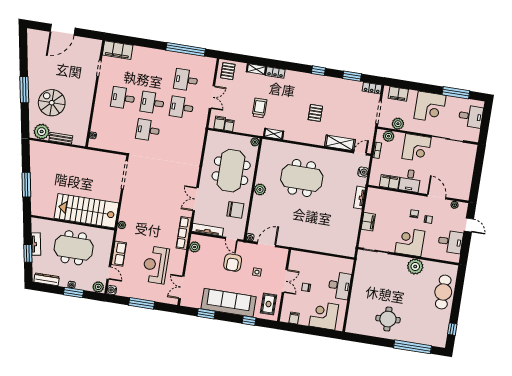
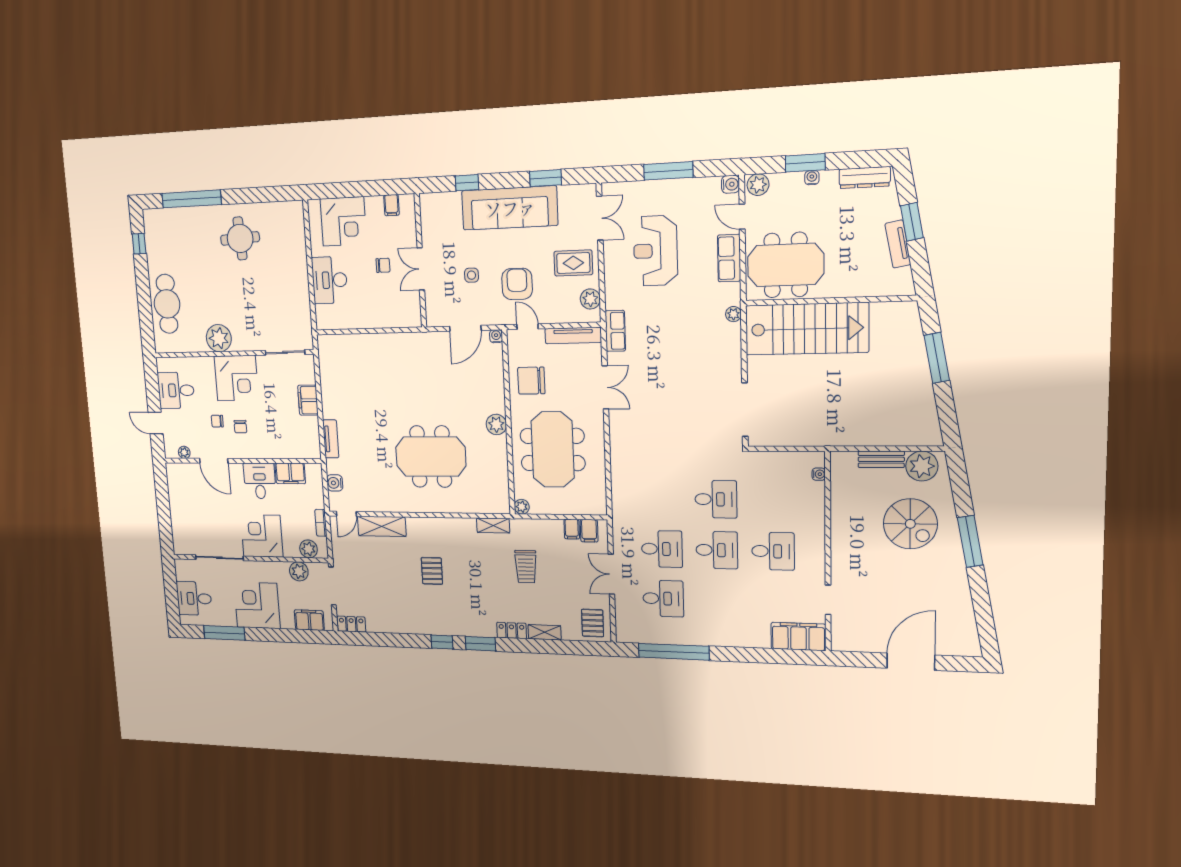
window: (352, 76) -> (480, 644), moved
row of seats: (184, 233) -> (615, 331), width x0.68
meeting table: (74, 248) -> (786, 265), moved
reception desk: (156, 265) -> (655, 251), turned 180
rug: (269, 304) -> (573, 263), moved, turned 90

